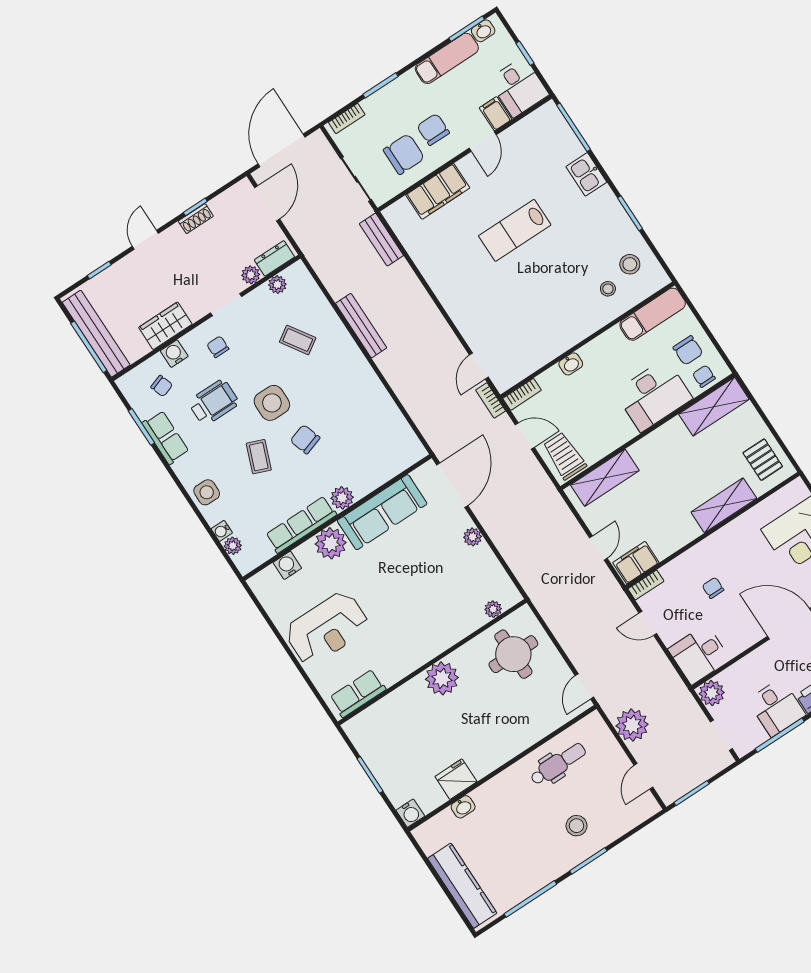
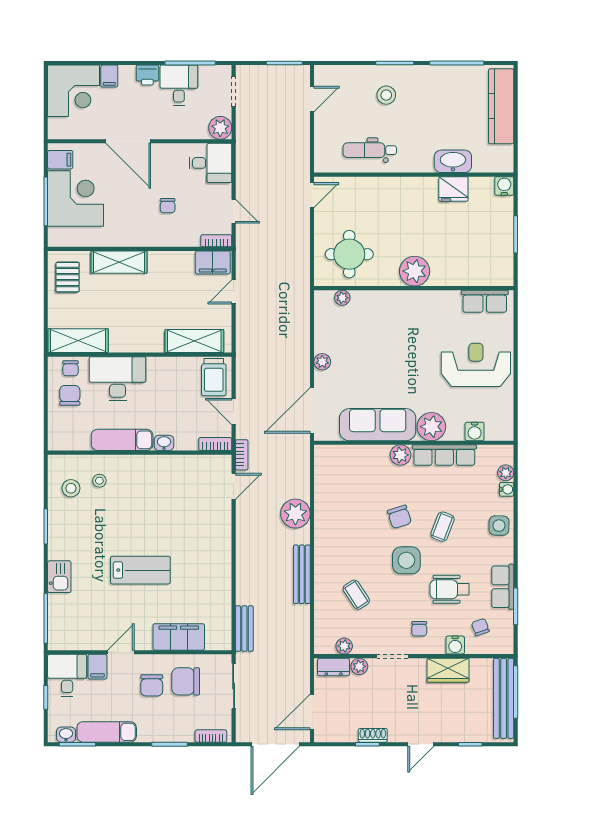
exam couch: (653, 314) -> (122, 440), moved
plant: (632, 725) -> (295, 514), moved
washbasin: (463, 807) -> (453, 161), width x1.91, depth x1.45

